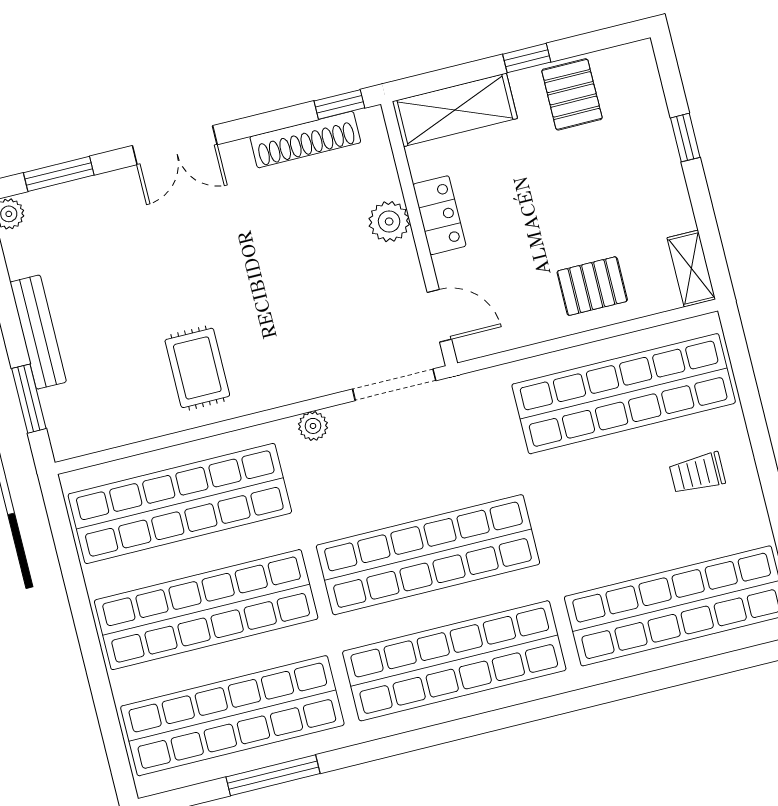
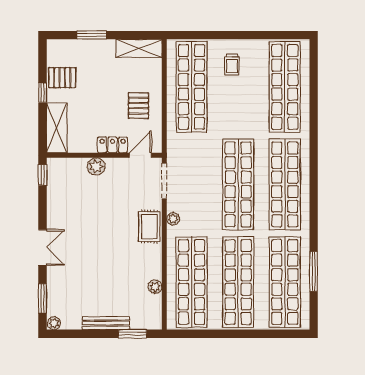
window: (685, 138) -> (92, 35), width x1.50
shoe rack: (305, 140) -> (54, 193), removed
locker: (439, 215) -> (113, 145), moved
shelving: (691, 268) -> (139, 48), width x1.50, depth x1.33
pallet: (592, 286) -> (138, 106), moved
rug: (197, 368) -> (149, 227), moved, turned 90
plant: (148, 423) -> (155, 287), added

